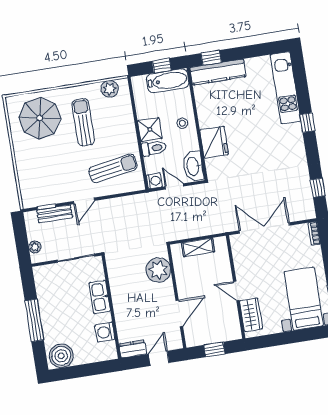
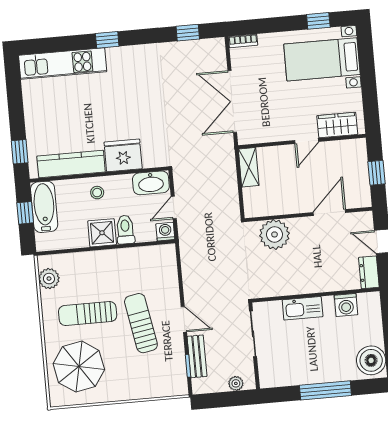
kitchen counter: (218, 72) -> (71, 164), moved, turned -90
sun lounger: (113, 168) -> (141, 323), moved
shelving: (198, 247) -> (249, 167), moved
door: (179, 313) -> (329, 213), hinge flipped

